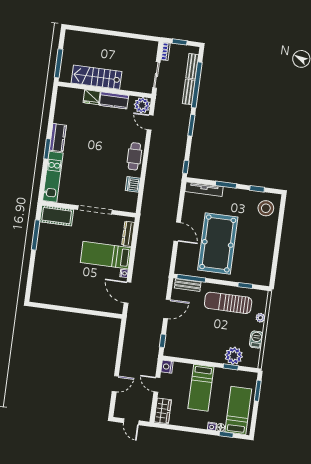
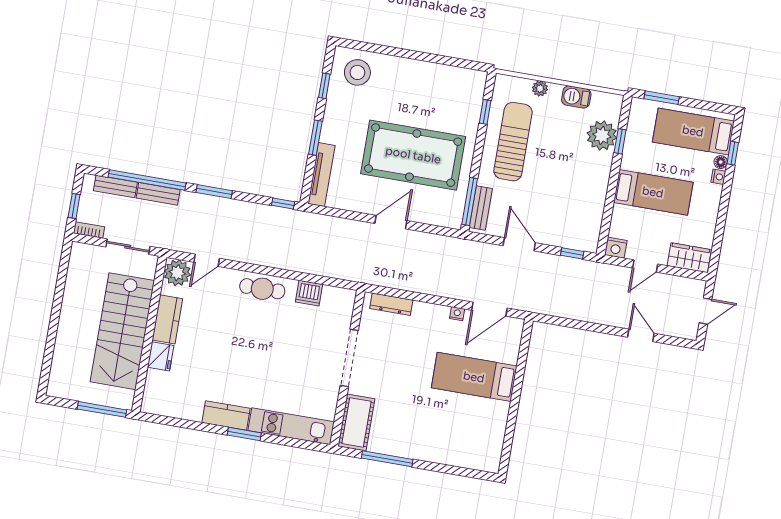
stairs: (96, 77) -> (122, 331), width x1.36, depth x1.51
bed: (106, 255) -> (474, 377), moved, turned 90
sun lounger: (228, 303) -> (513, 142), turned 180

